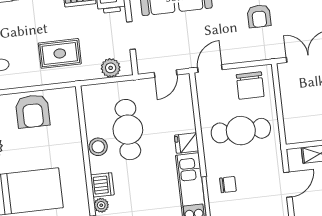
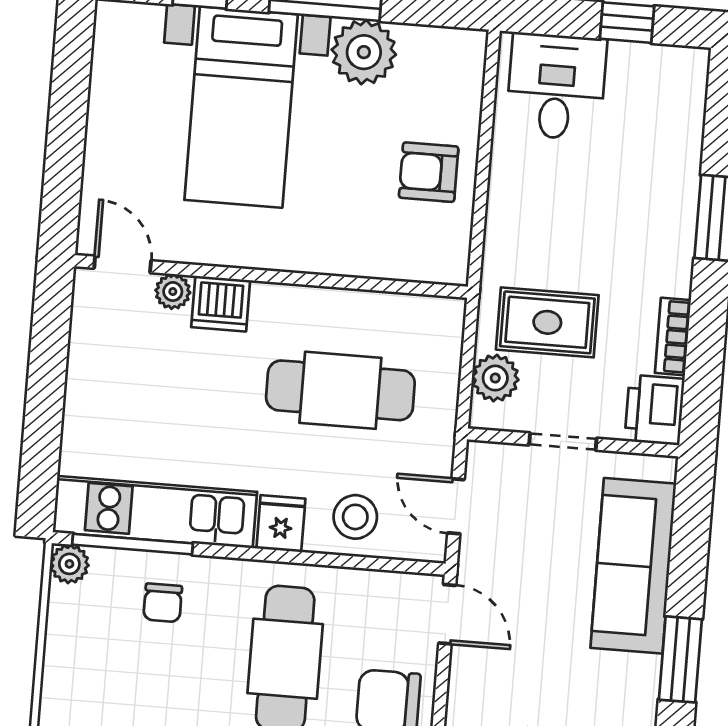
rug: (60, 53) -> (547, 322), moved, turned 90
armchair: (33, 111) -> (429, 172), width x0.72, depth x0.72
stool: (98, 147) -> (355, 517), moved

